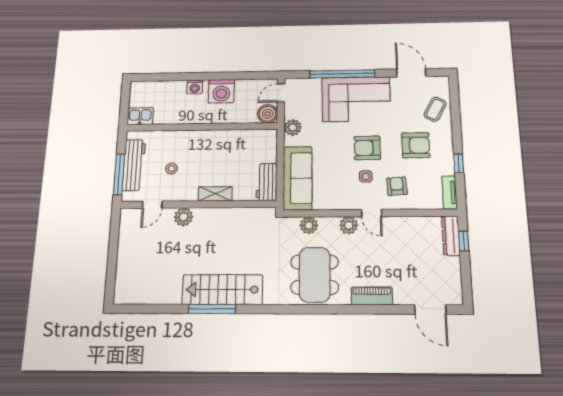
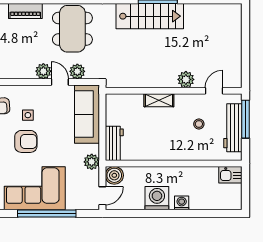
workbench: (267, 182) -> (114, 143), moved
door: (371, 213) -> (60, 82), moved

